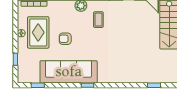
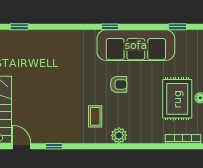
armchair: (65, 39) -> (119, 84), moved

